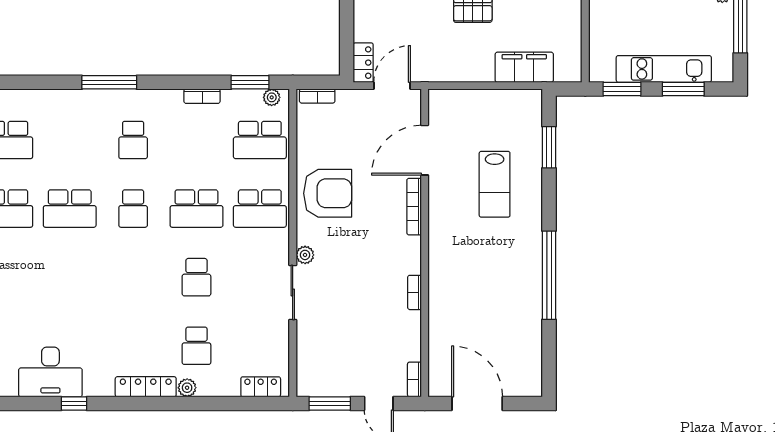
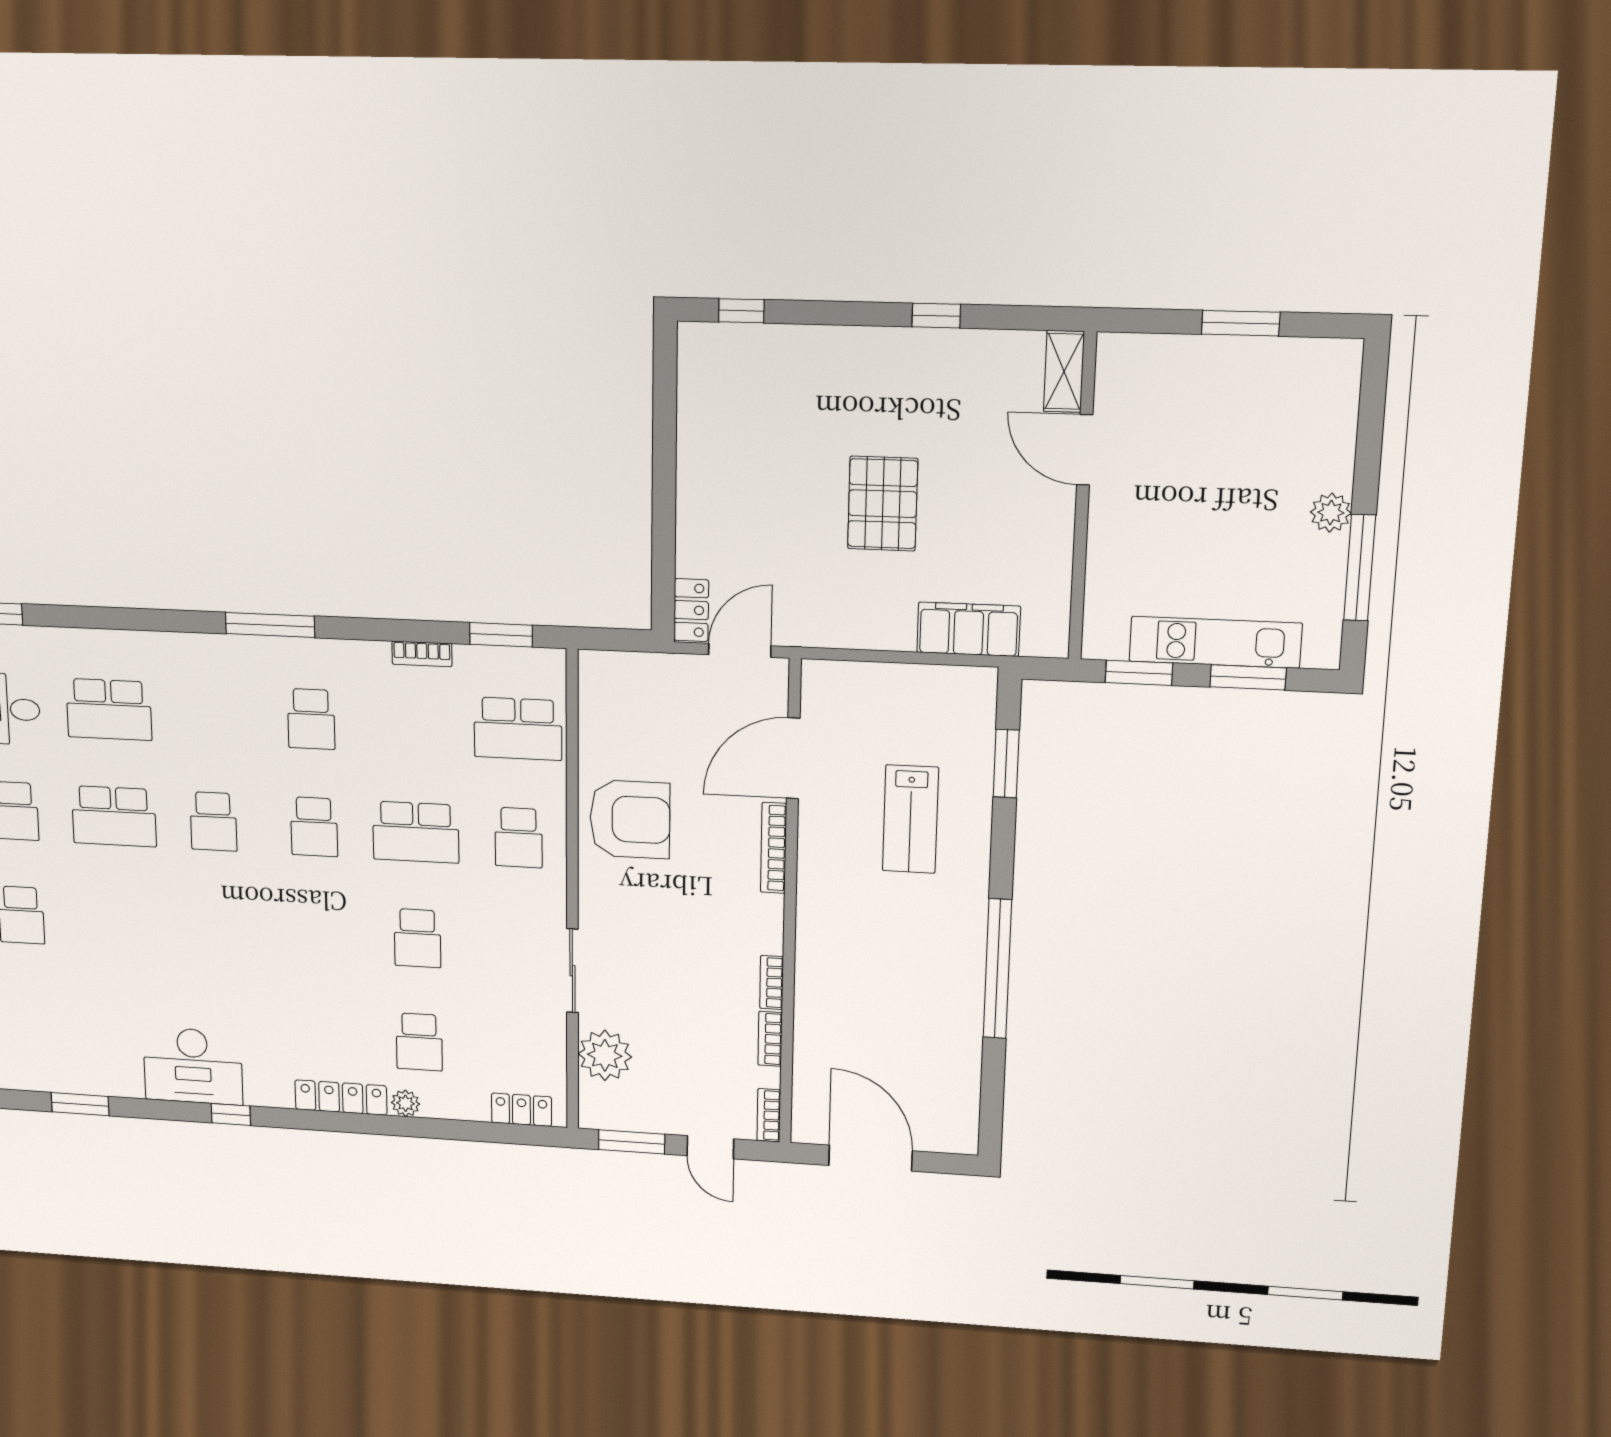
bookcase: (317, 96) -> (770, 1039), moved, turned 90
plant: (272, 97) -> (537, 661), removed
school desk: (70, 209) -> (213, 821), width x0.54
school desk: (260, 209) -> (519, 838), width x0.54
plant: (305, 255) -> (605, 1055), moved, width x1.87, depth x1.87

